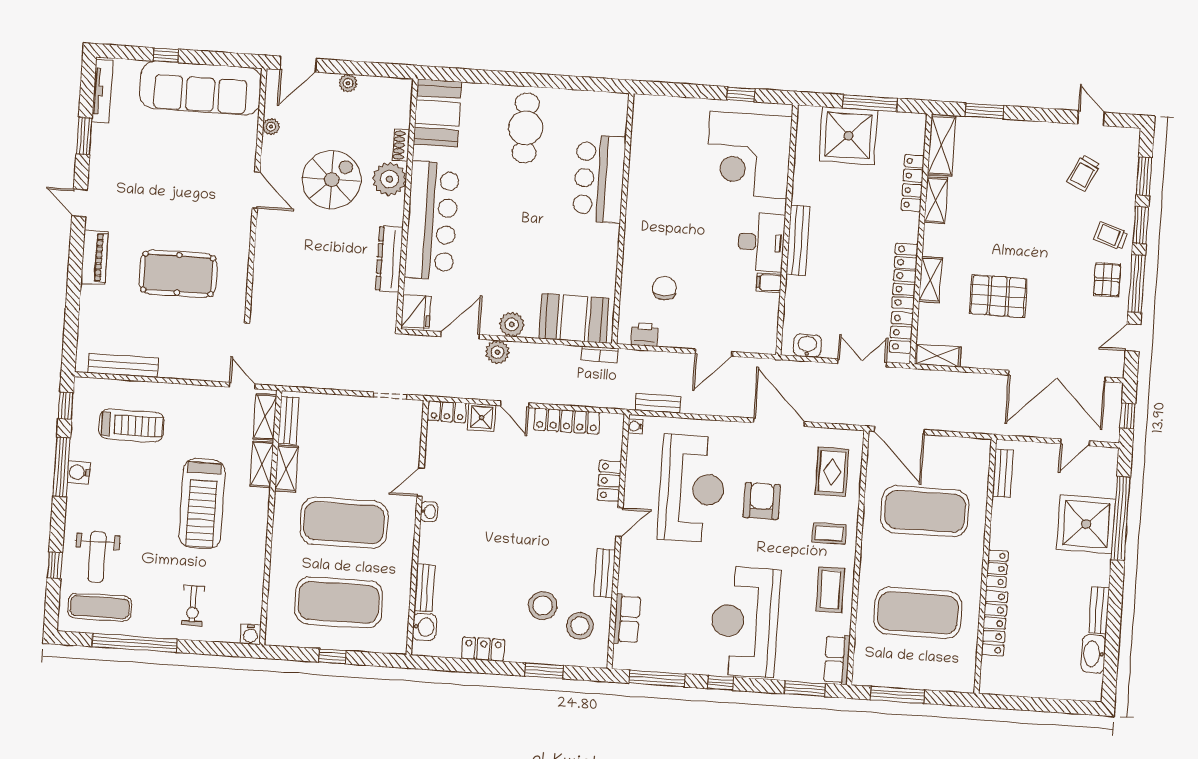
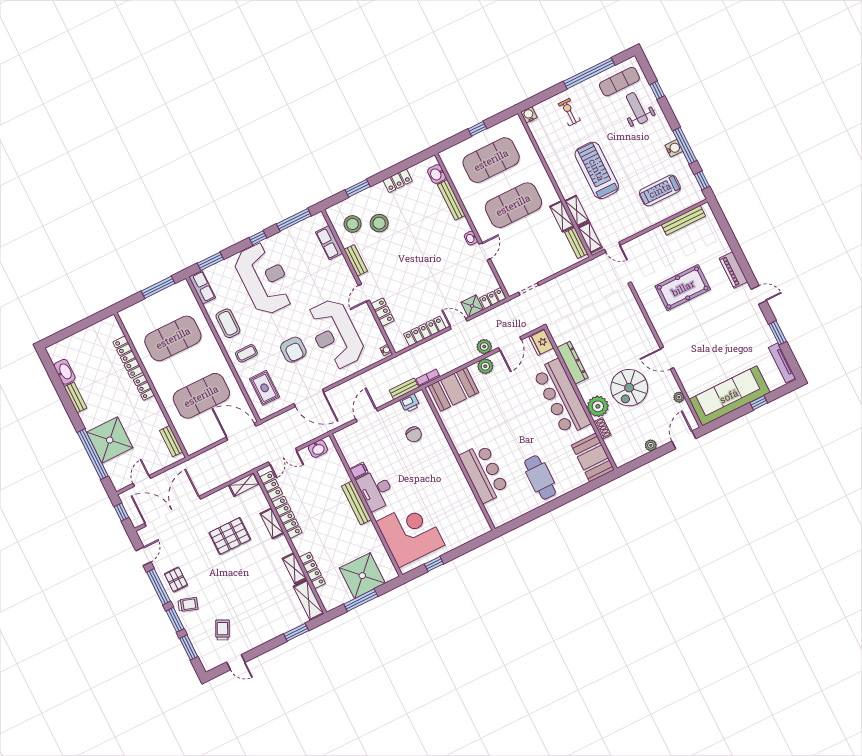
bench: (658, 403) -> (404, 389), moved
bench: (424, 588) -> (451, 200), width x1.36

